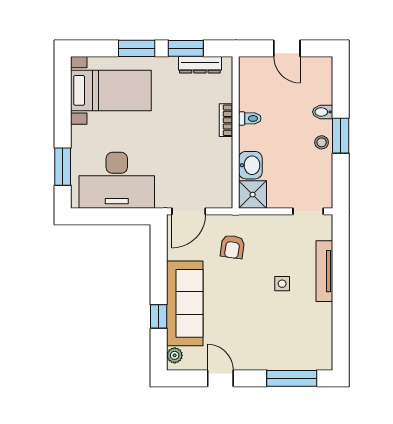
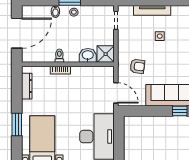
window: (186, 48) -> (17, 95), removed
door: (287, 48) -> (17, 33), width x1.88

